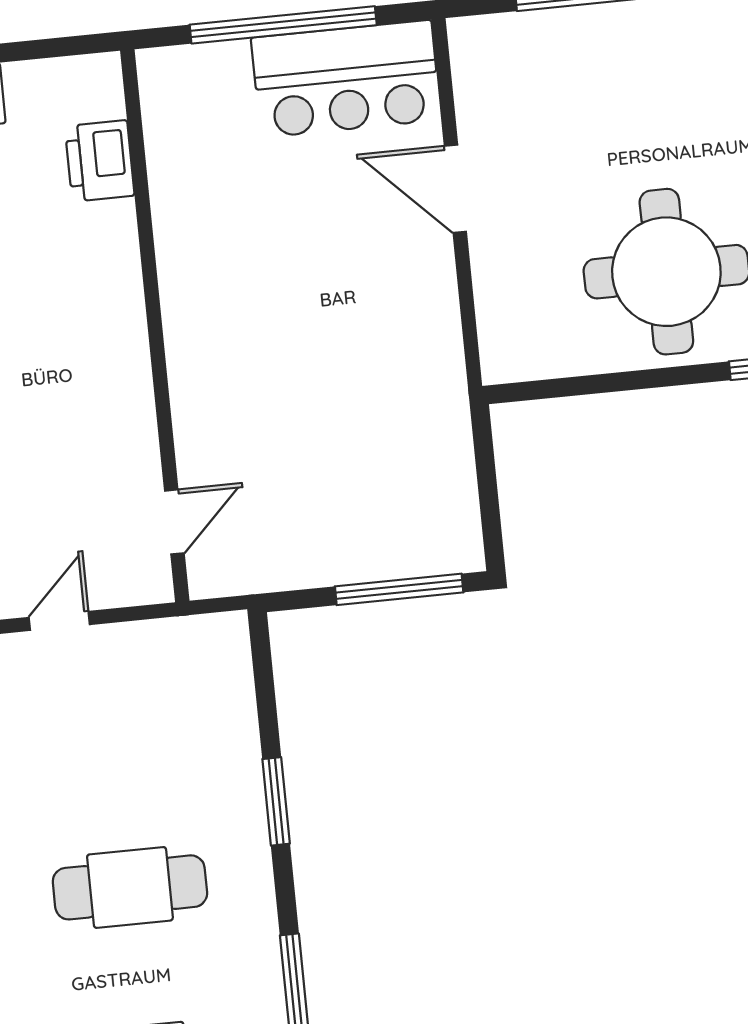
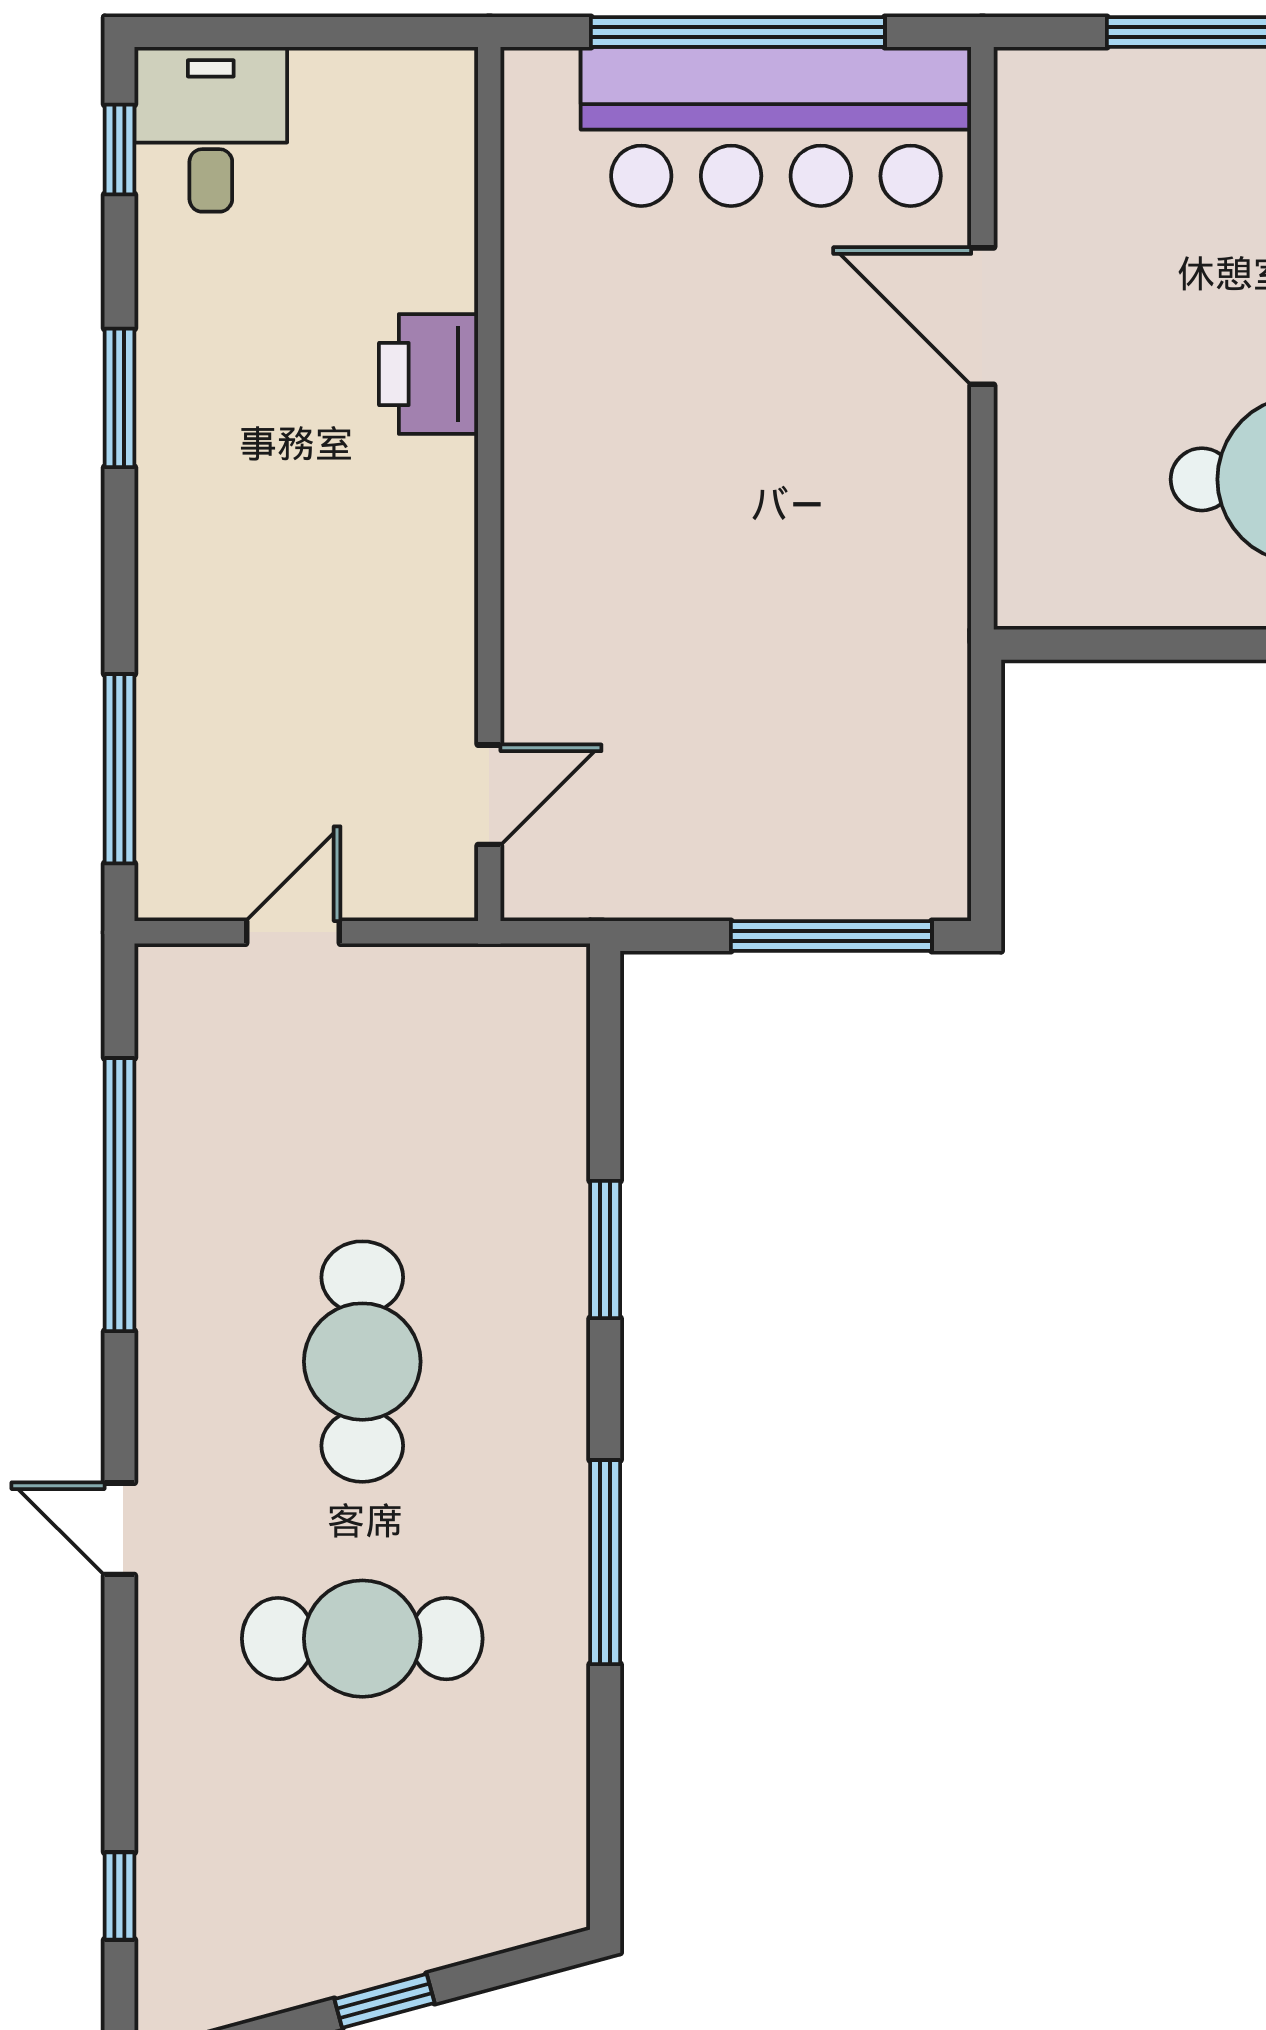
bar counter: (346, 79) -> (776, 126), width x1.36
printer: (100, 161) -> (429, 374), moved
cafe table: (130, 887) -> (362, 1362), turned 90

